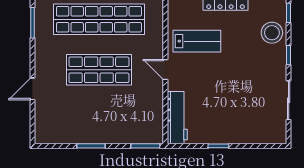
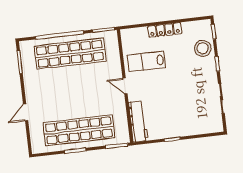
lab bench: (197, 41) -> (146, 61), turned 180
shop shelf: (99, 70) -> (79, 130), moved, width x1.40

